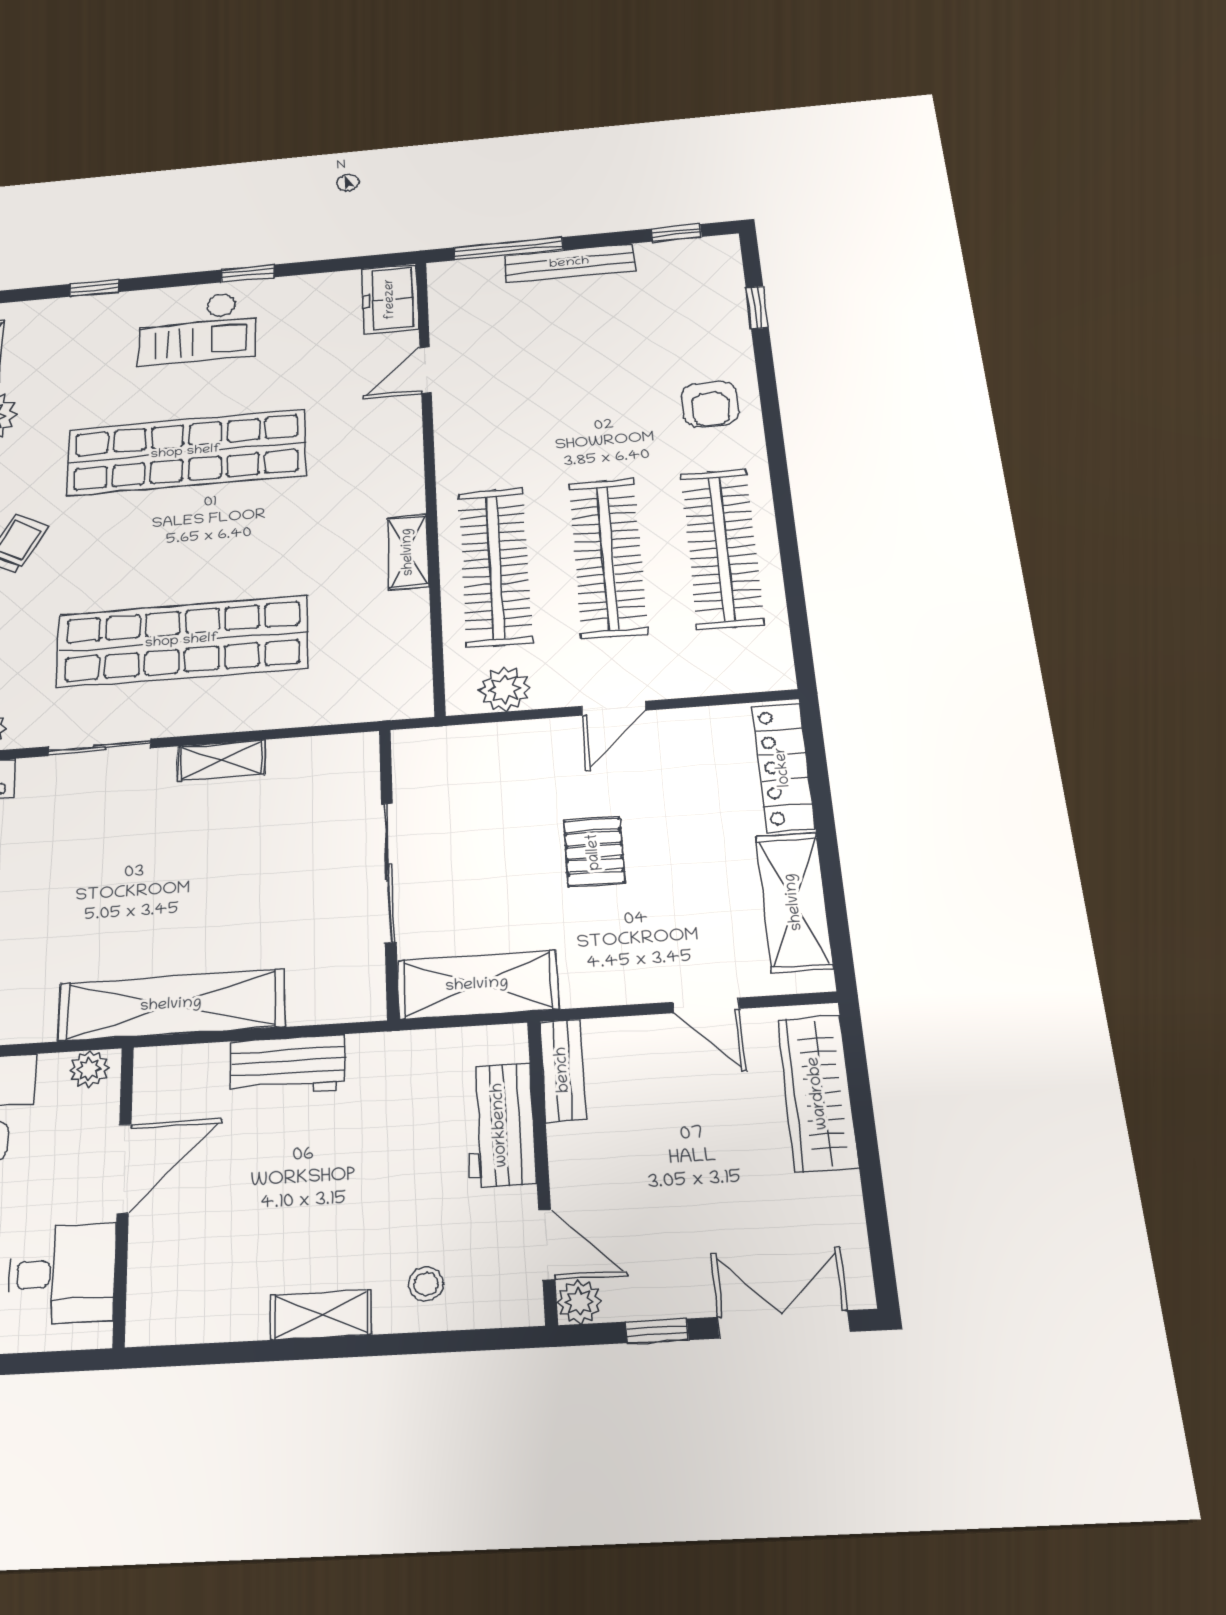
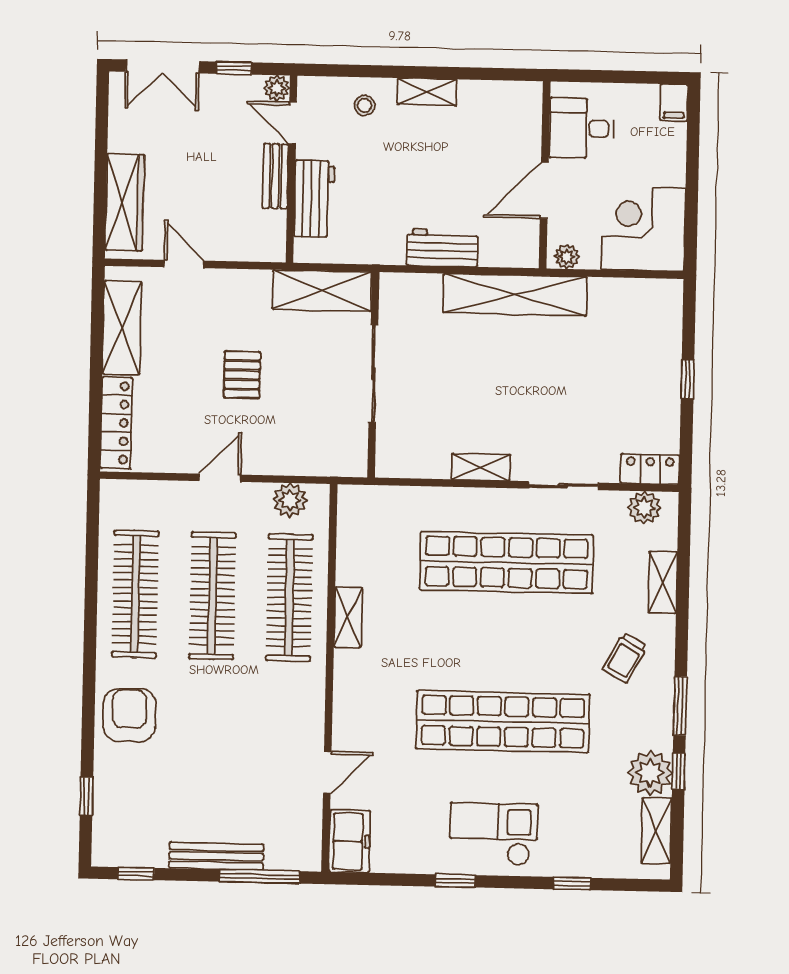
armchair: (710, 404) -> (129, 715), width x1.38, depth x1.38
bench: (563, 1070) -> (275, 176), moved

